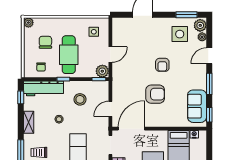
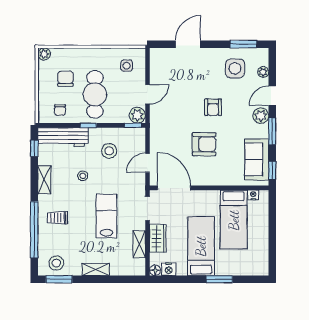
plant: (200, 25) -> (261, 116), moved
door: (131, 129) -> (174, 188), hinge flipped

